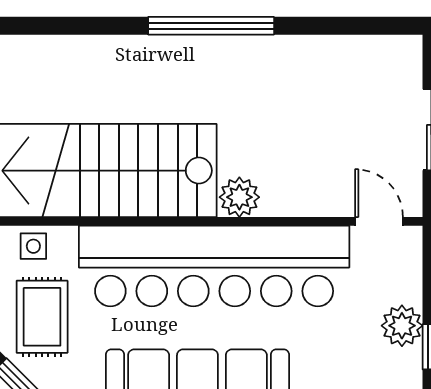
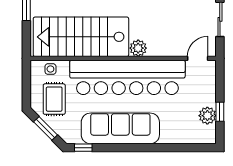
door: (379, 221) -> (198, 58), hinge flipped
plant: (402, 326) -> (207, 116), moved

